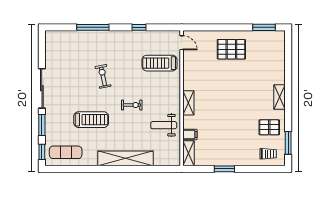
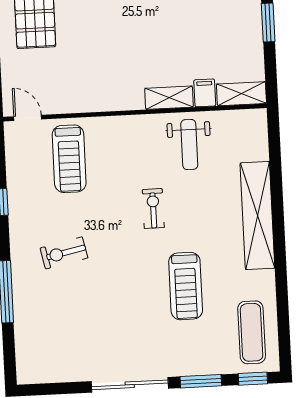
door: (182, 43) -> (28, 118), hinge flipped
exercise bike: (103, 76) -> (64, 253), moved
shelving: (188, 103) -> (169, 98), moved
treadmill: (91, 120) -> (186, 286), turned 180

